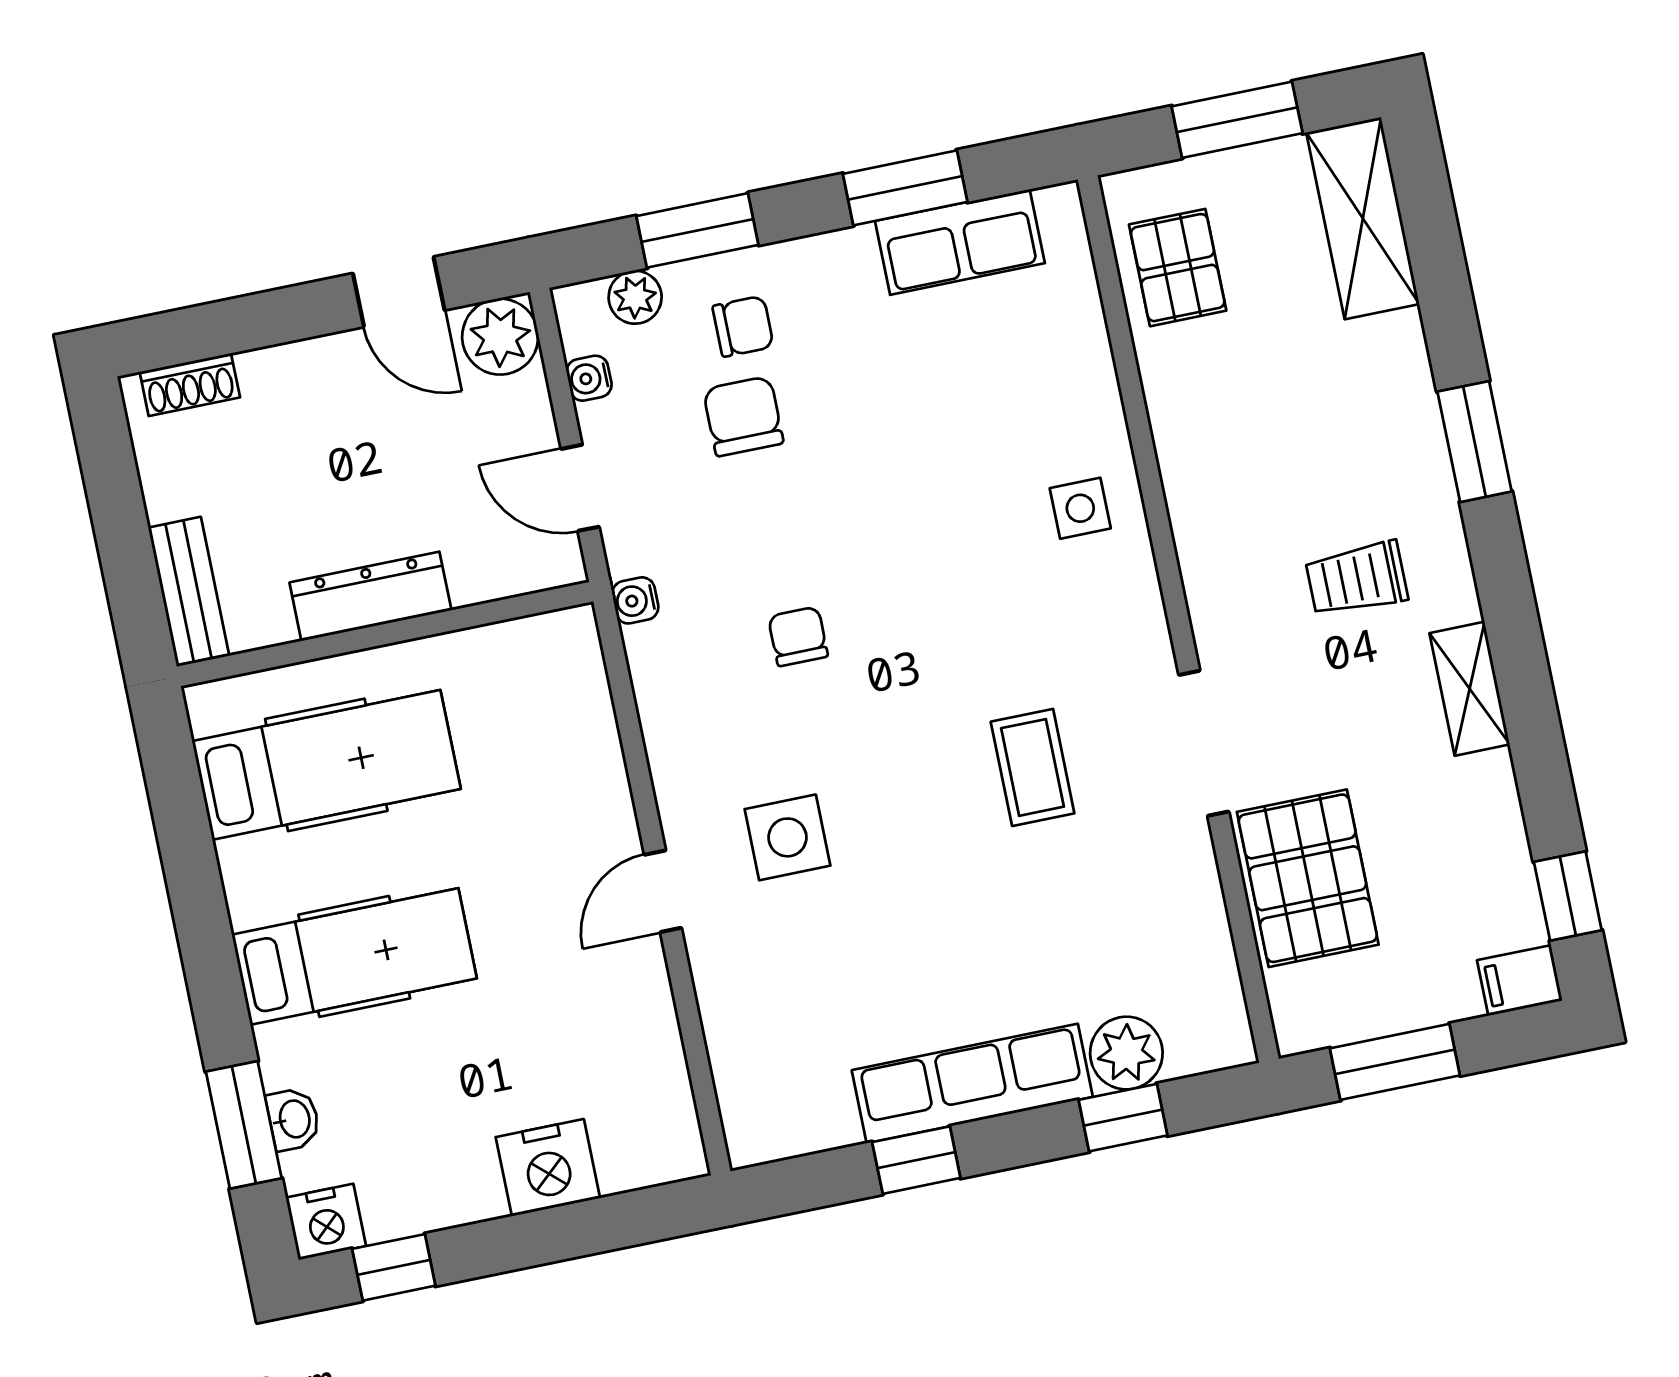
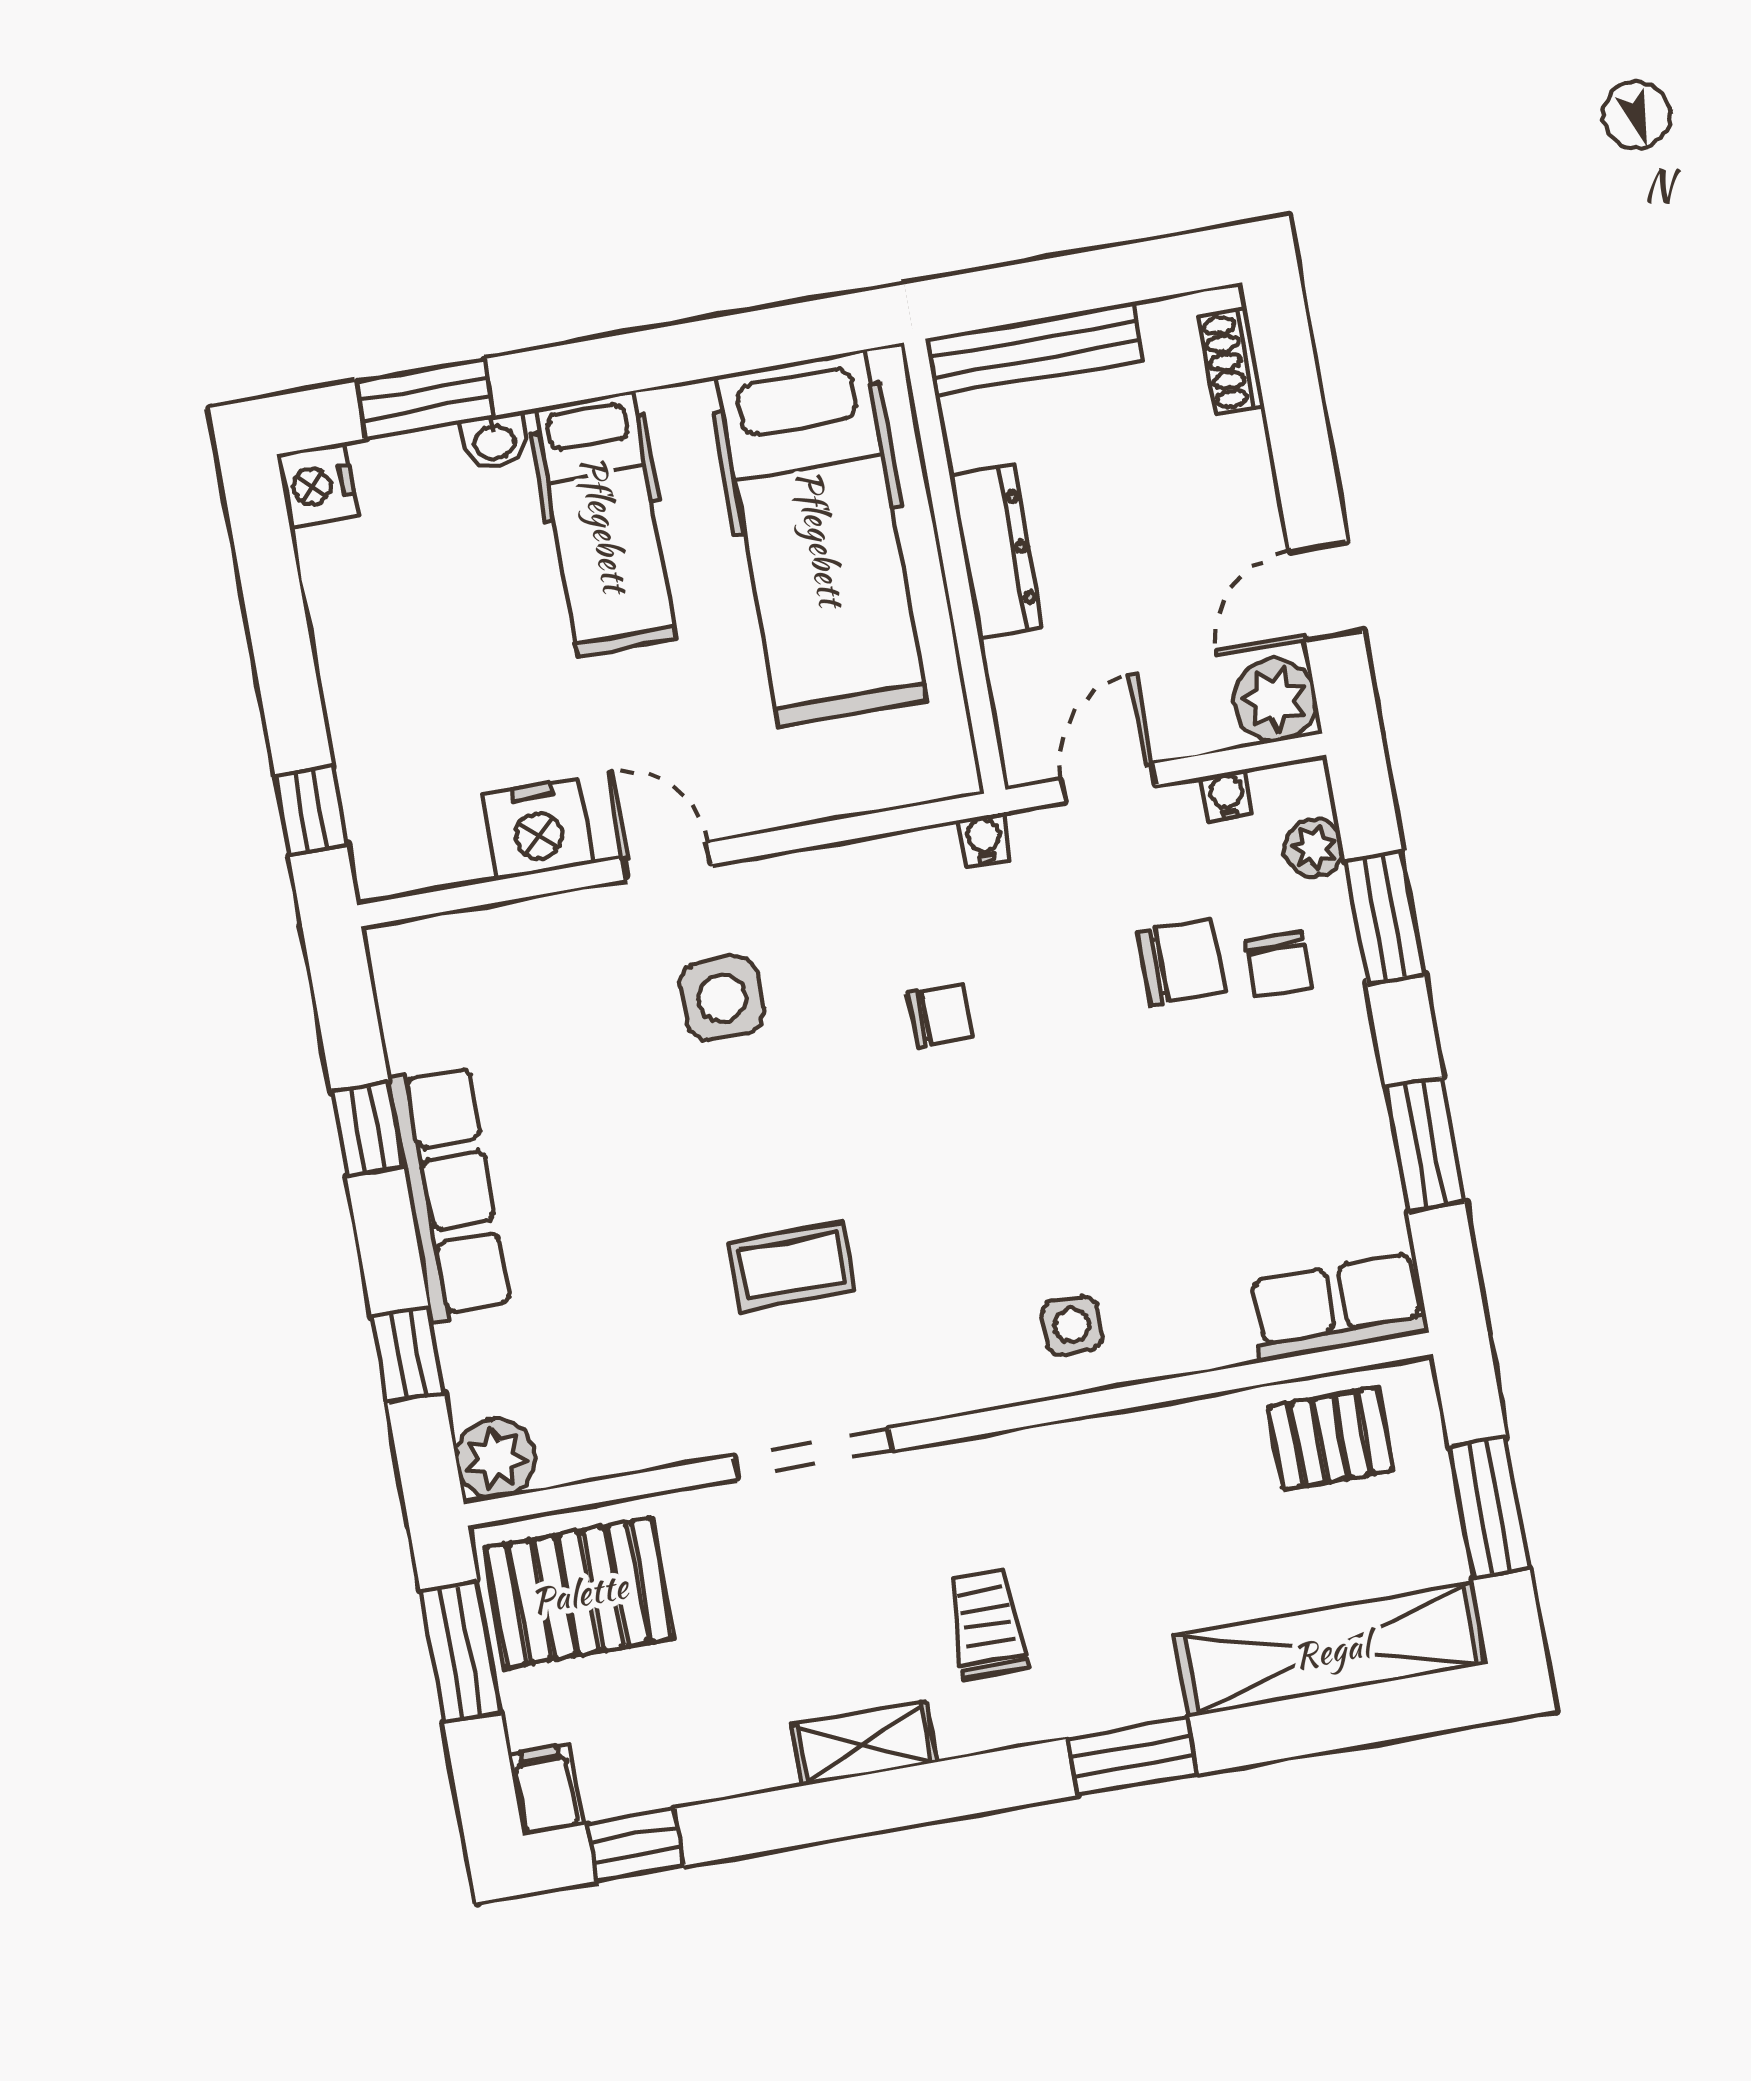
shelving: (1363, 218) -> (1331, 1650), width x1.47
row of seats: (960, 242) -> (1337, 1307), moved, turned 90
bench: (189, 591) -> (1034, 349), width x1.36
hospital bed: (326, 765) -> (821, 538), width x1.37, depth x1.29
pallet: (1308, 878) -> (579, 1593), moved
plant: (1126, 1053) -> (496, 1459), moved
washbasin: (293, 1119) -> (495, 441), moved
nightstand: (548, 1168) -> (538, 829), moved, turned -90
window: (394, 1267) -> (311, 811), moved

